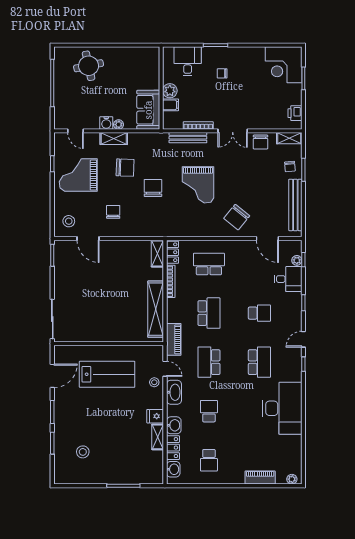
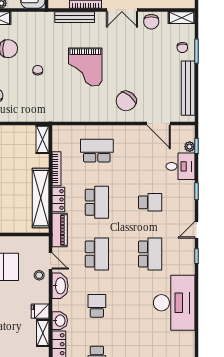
chair: (153, 188) -> (38, 70), width x0.54, depth x0.54
locker: (172, 252) -> (58, 199), moved
school desk: (209, 362) -> (97, 254), turned 180

